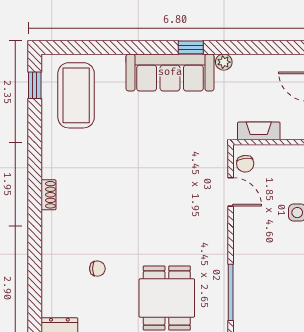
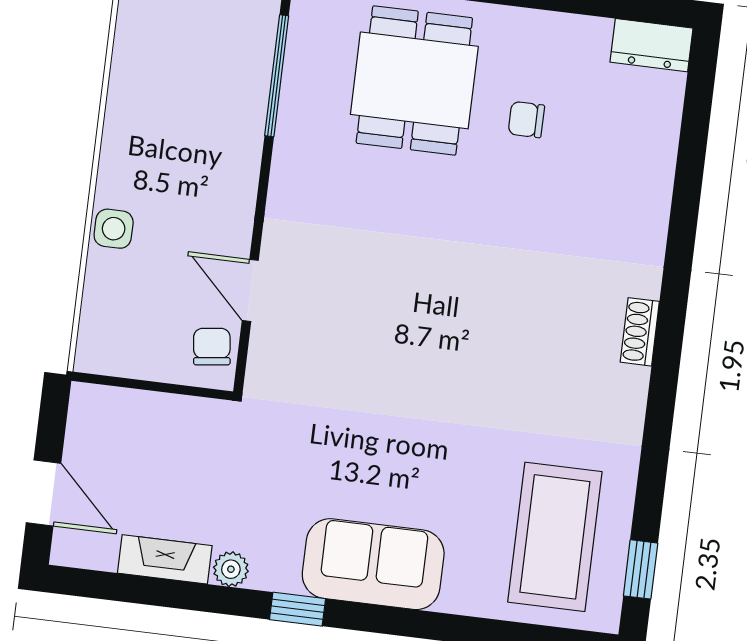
sofa: (170, 72) -> (373, 564), width x0.73
fireplace: (259, 131) -> (165, 559), moved, turned 180
chair: (97, 269) -> (526, 120), moved

